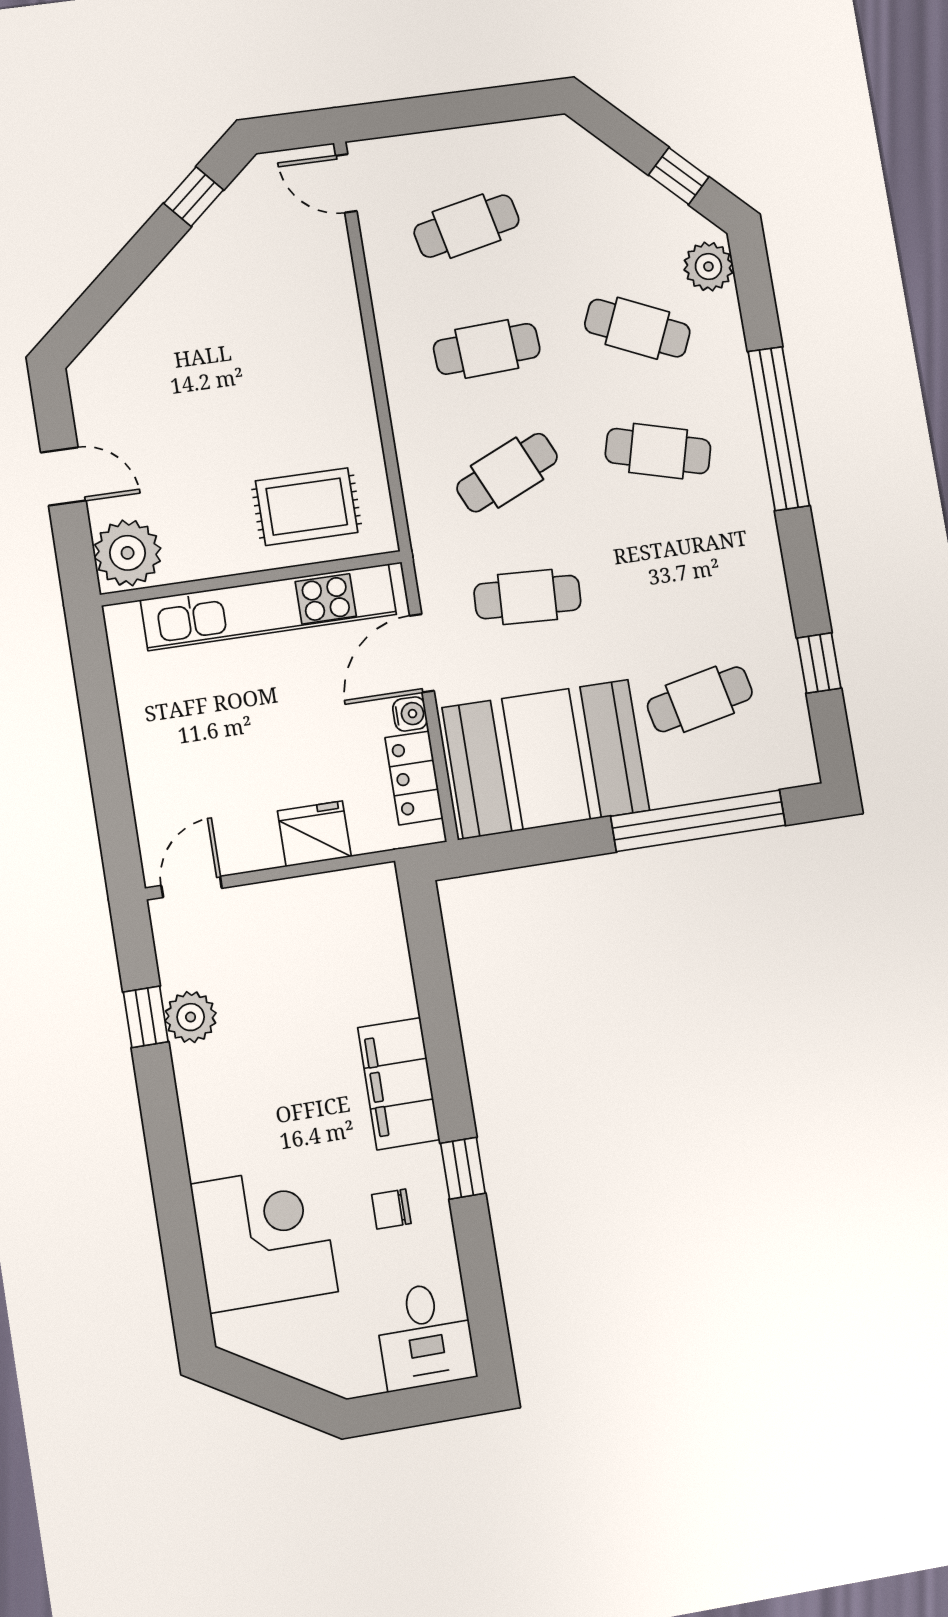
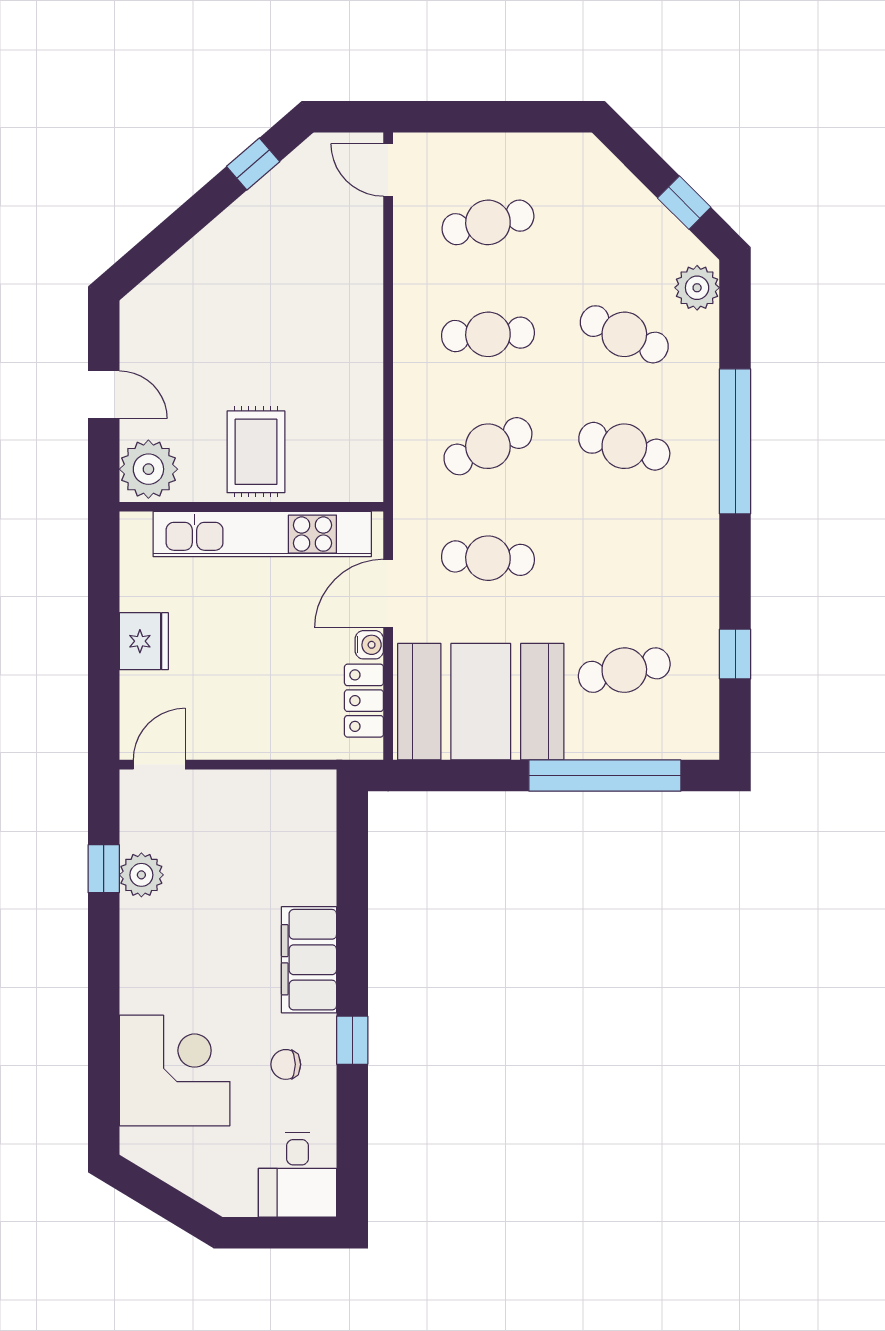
rug: (307, 507) -> (256, 452), moved, turned 90
fridge: (314, 834) -> (144, 641), moved, turned 90

